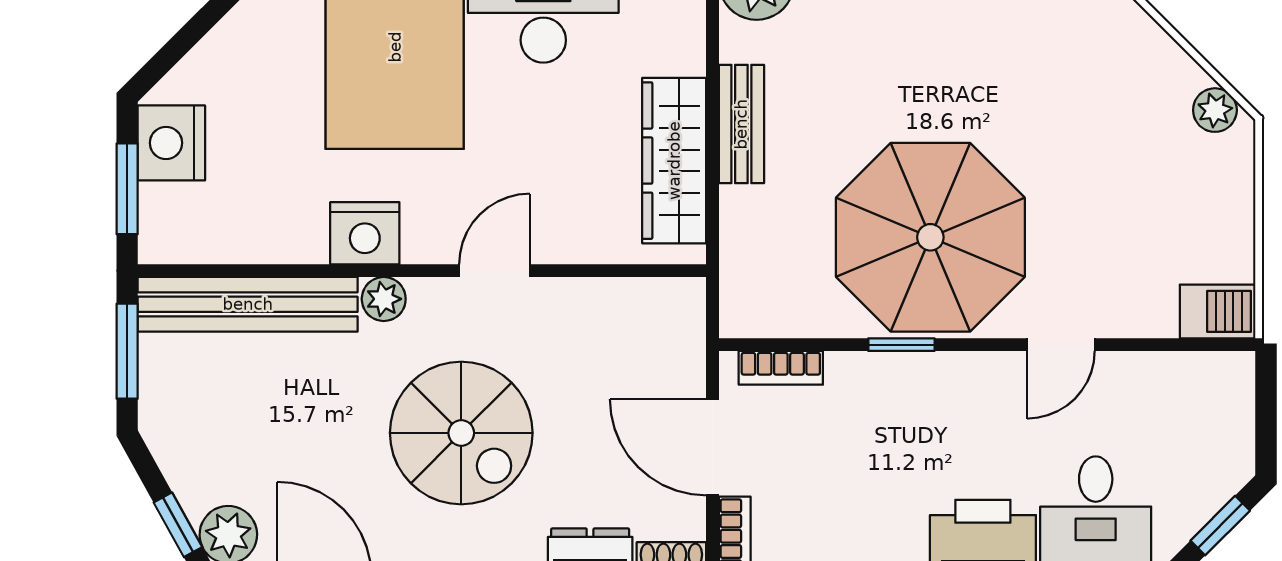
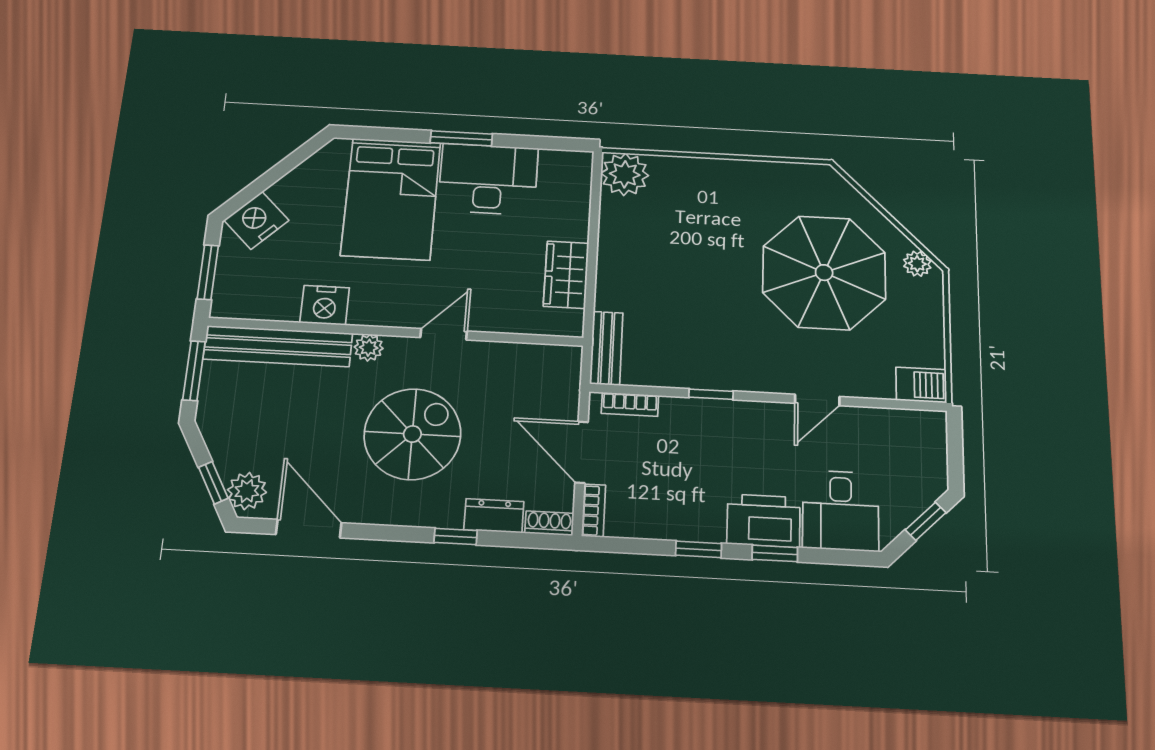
bench: (741, 124) -> (606, 348), moved
nightstand: (171, 143) -> (256, 220), moved, turned 45
wardrobe: (674, 161) -> (566, 275), width x0.67
nightstand: (365, 233) -> (325, 305), moved
parasol: (930, 237) -> (824, 273), moved
spiral stairs: (461, 433) -> (412, 434), turned -90

